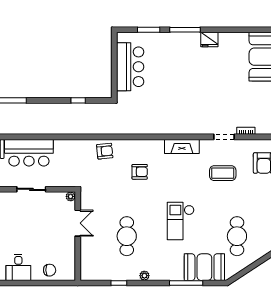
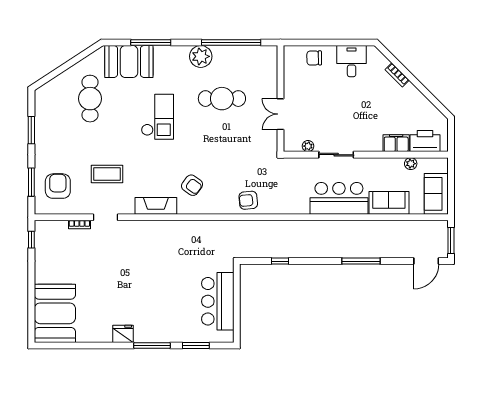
armchair: (140, 172) -> (192, 185), moved, turned -144
plant: (71, 196) -> (308, 146), moved
cafe table: (127, 236) -> (222, 99), turned 90
plant: (144, 276) -> (201, 56), width x1.88, depth x1.88
window: (119, 283) -> (231, 42), width x3.17

